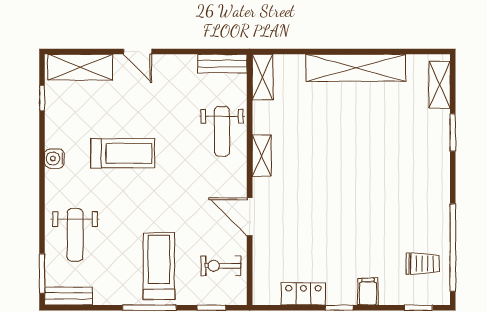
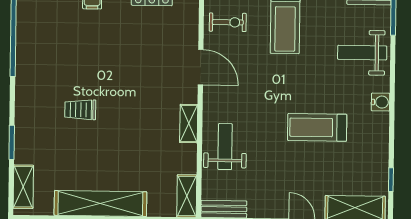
water cooler: (54, 158) -> (381, 102), moved
weight bench: (75, 235) -> (362, 53), turned -90
trolley: (423, 264) -> (80, 110), moved

